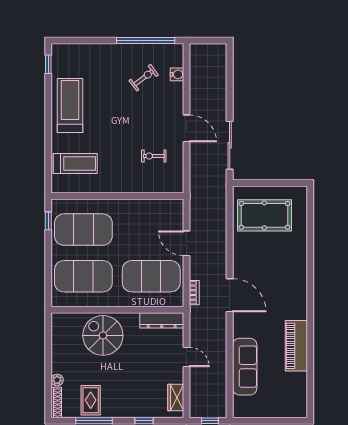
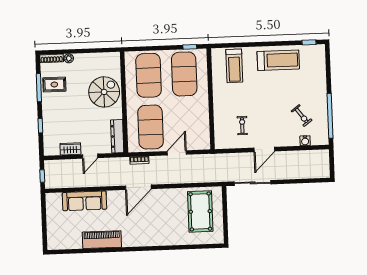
wardrobe: (176, 397) -> (70, 149), moved

